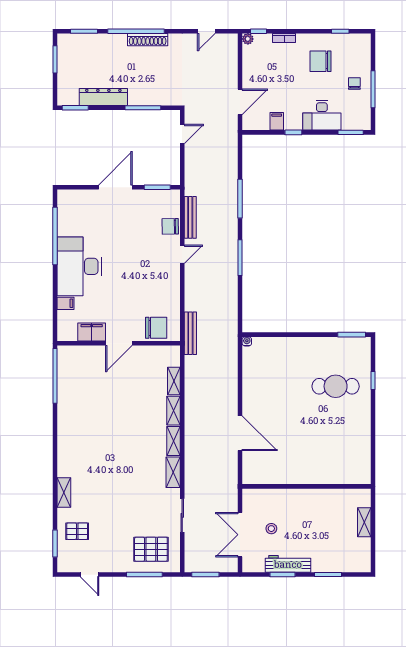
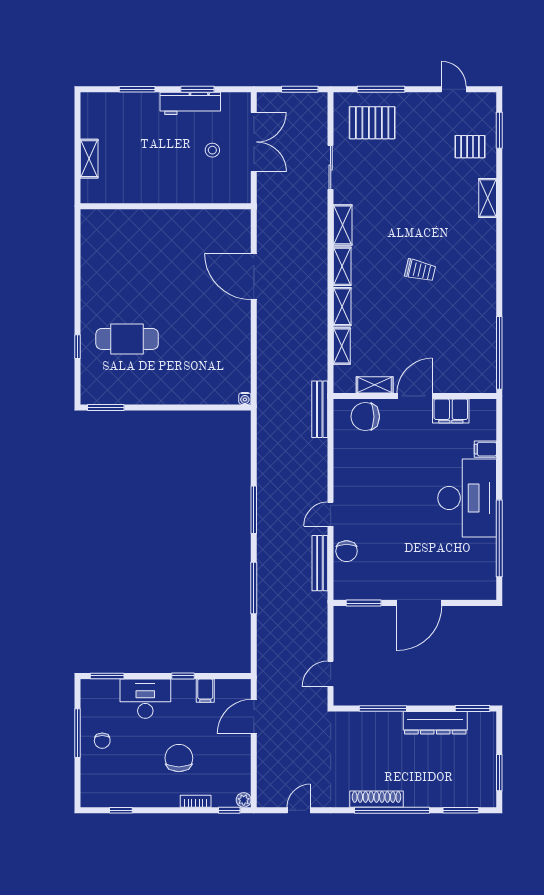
chair: (321, 61) -> (179, 758), moved, turned -90
chair: (170, 226) -> (347, 551), turned 91
shelving: (149, 352) -> (375, 385), added
trolley: (115, 438) -> (420, 270), added

